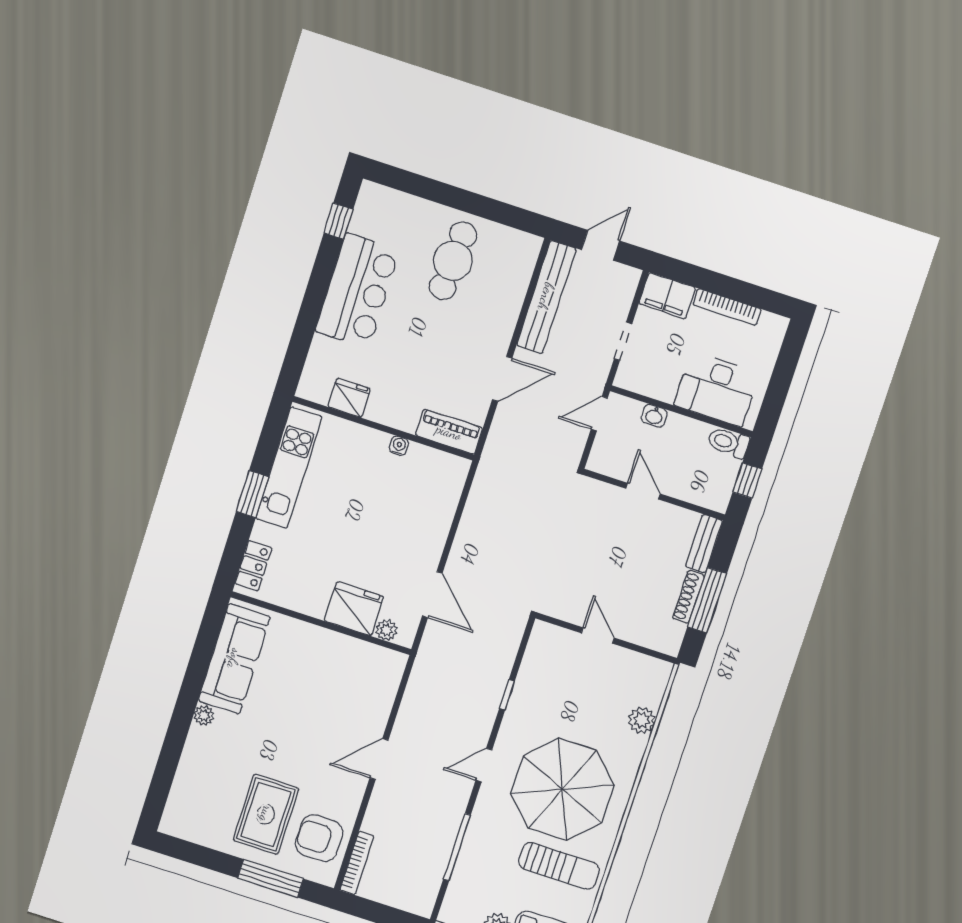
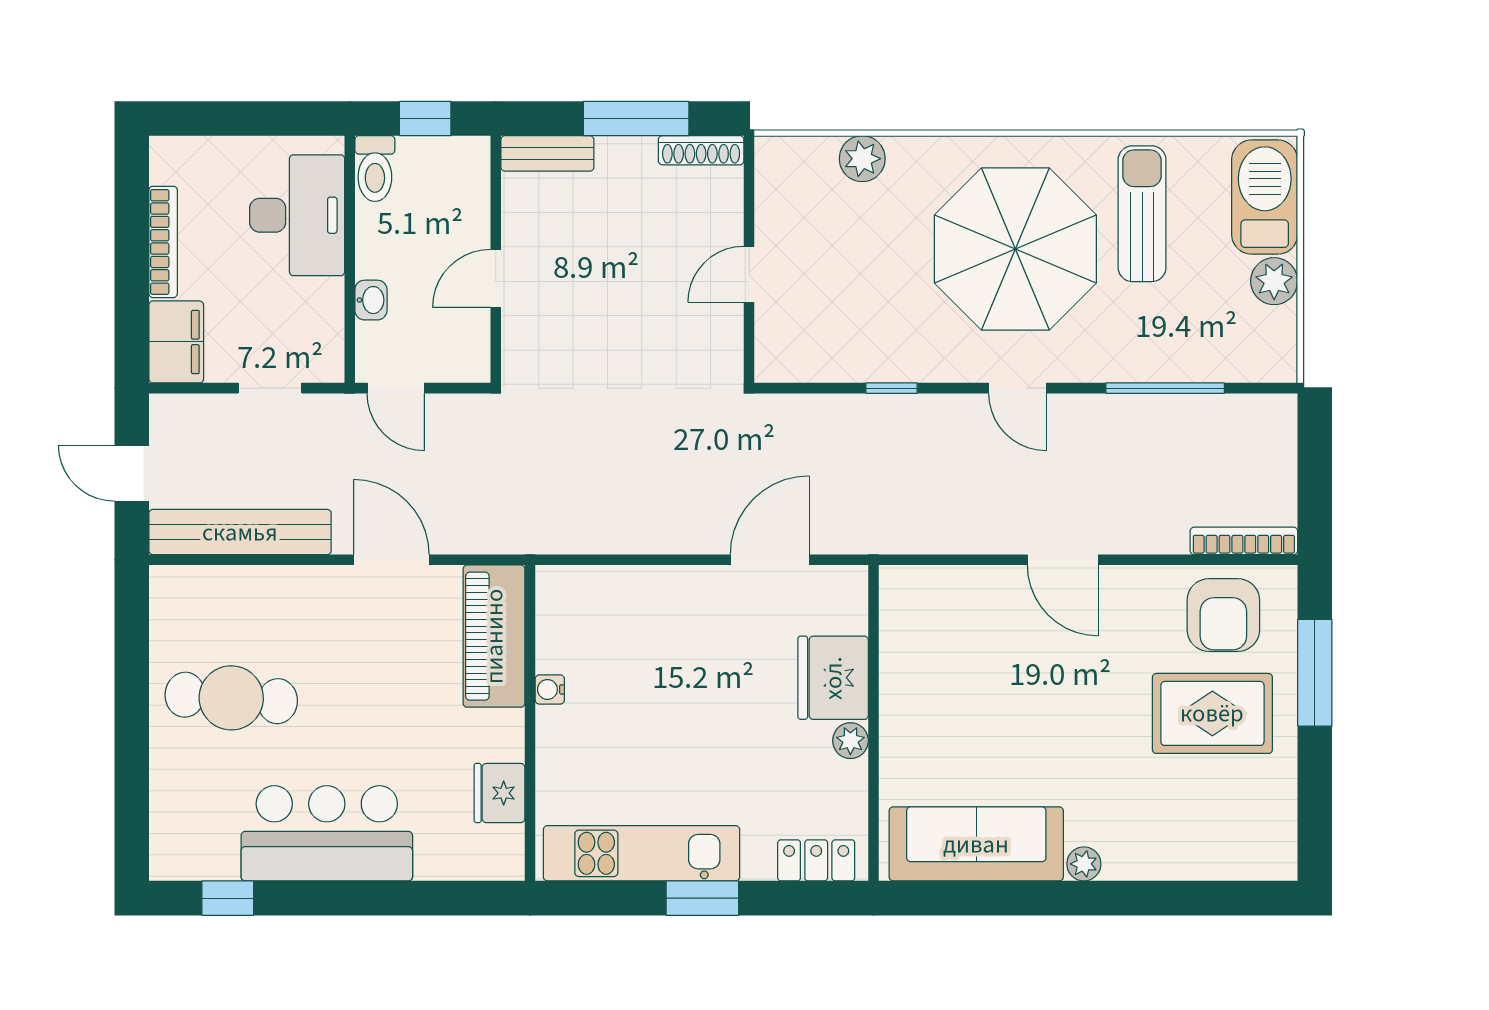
piano: (449, 432) -> (494, 636), width x1.37, depth x1.33
shoe rack: (688, 597) -> (701, 150), moved
plant: (386, 630) -> (850, 741), moved

